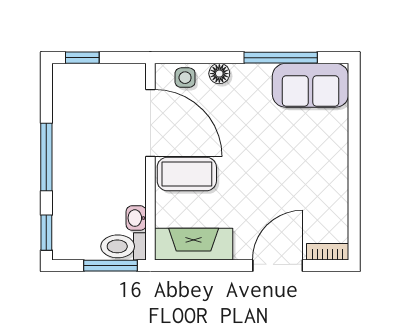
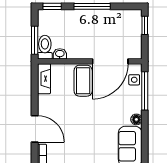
window: (281, 58) -> (145, 91), moved
floor lamp: (219, 74) -> (136, 119), moved
fireplace: (194, 244) -> (44, 79), width x0.73, depth x0.76

